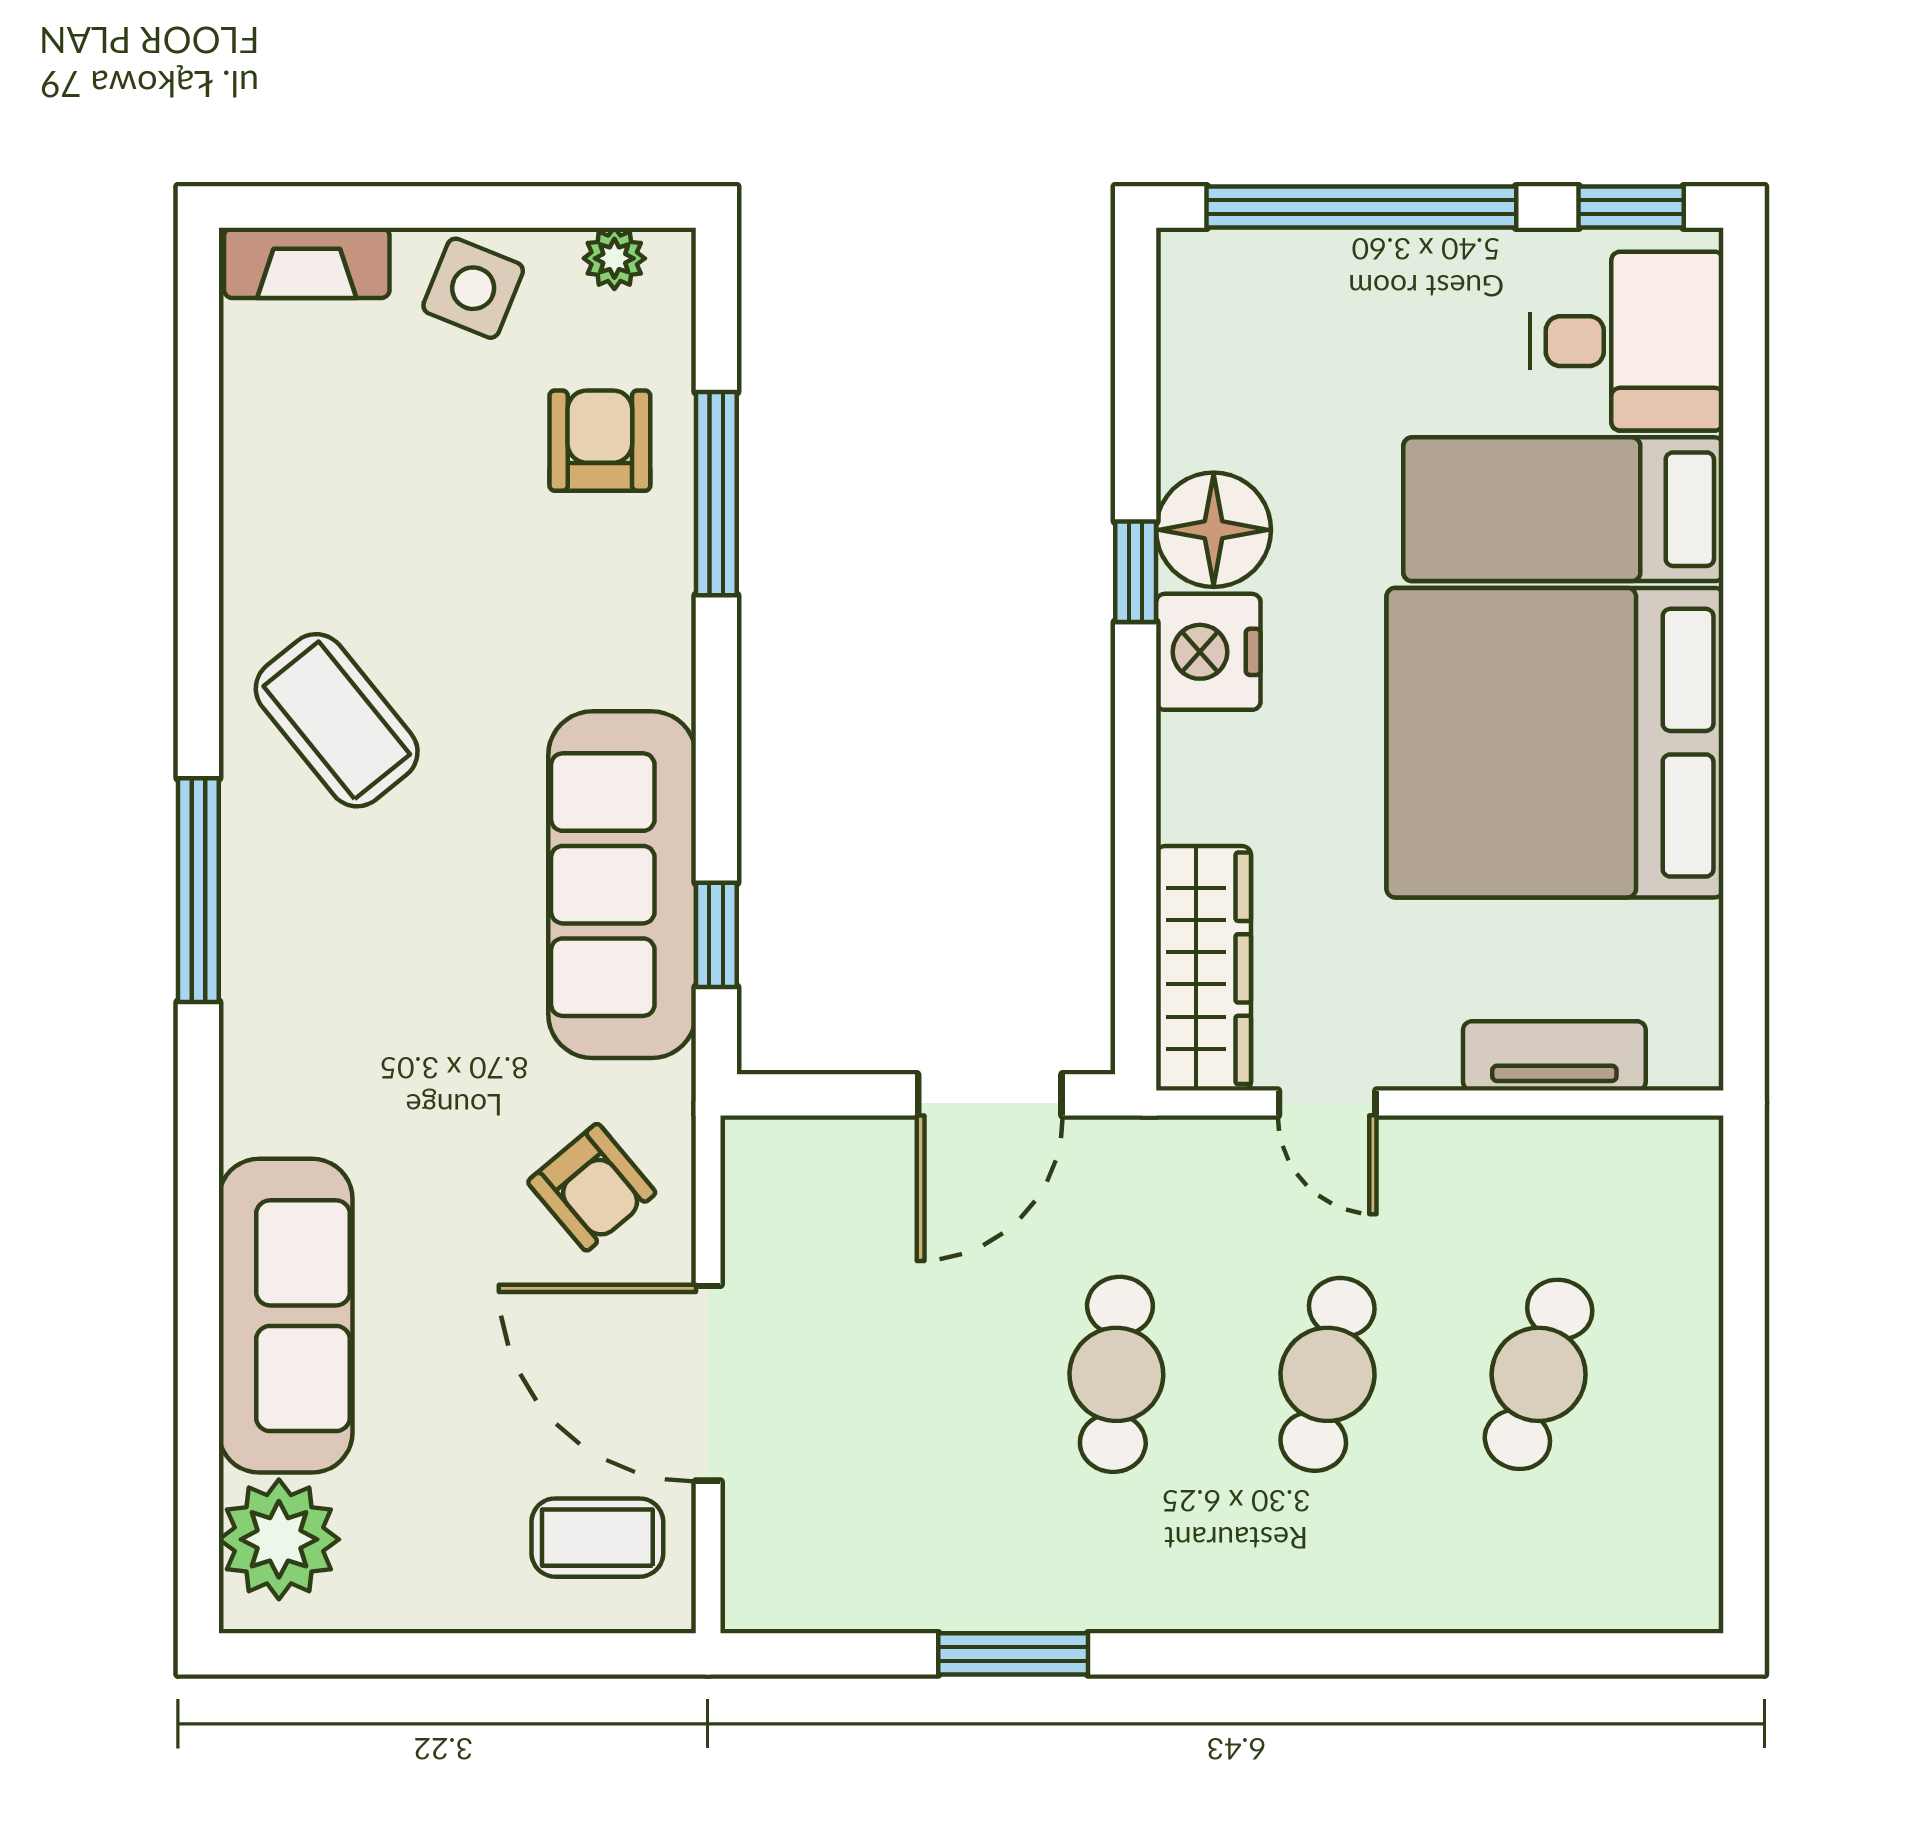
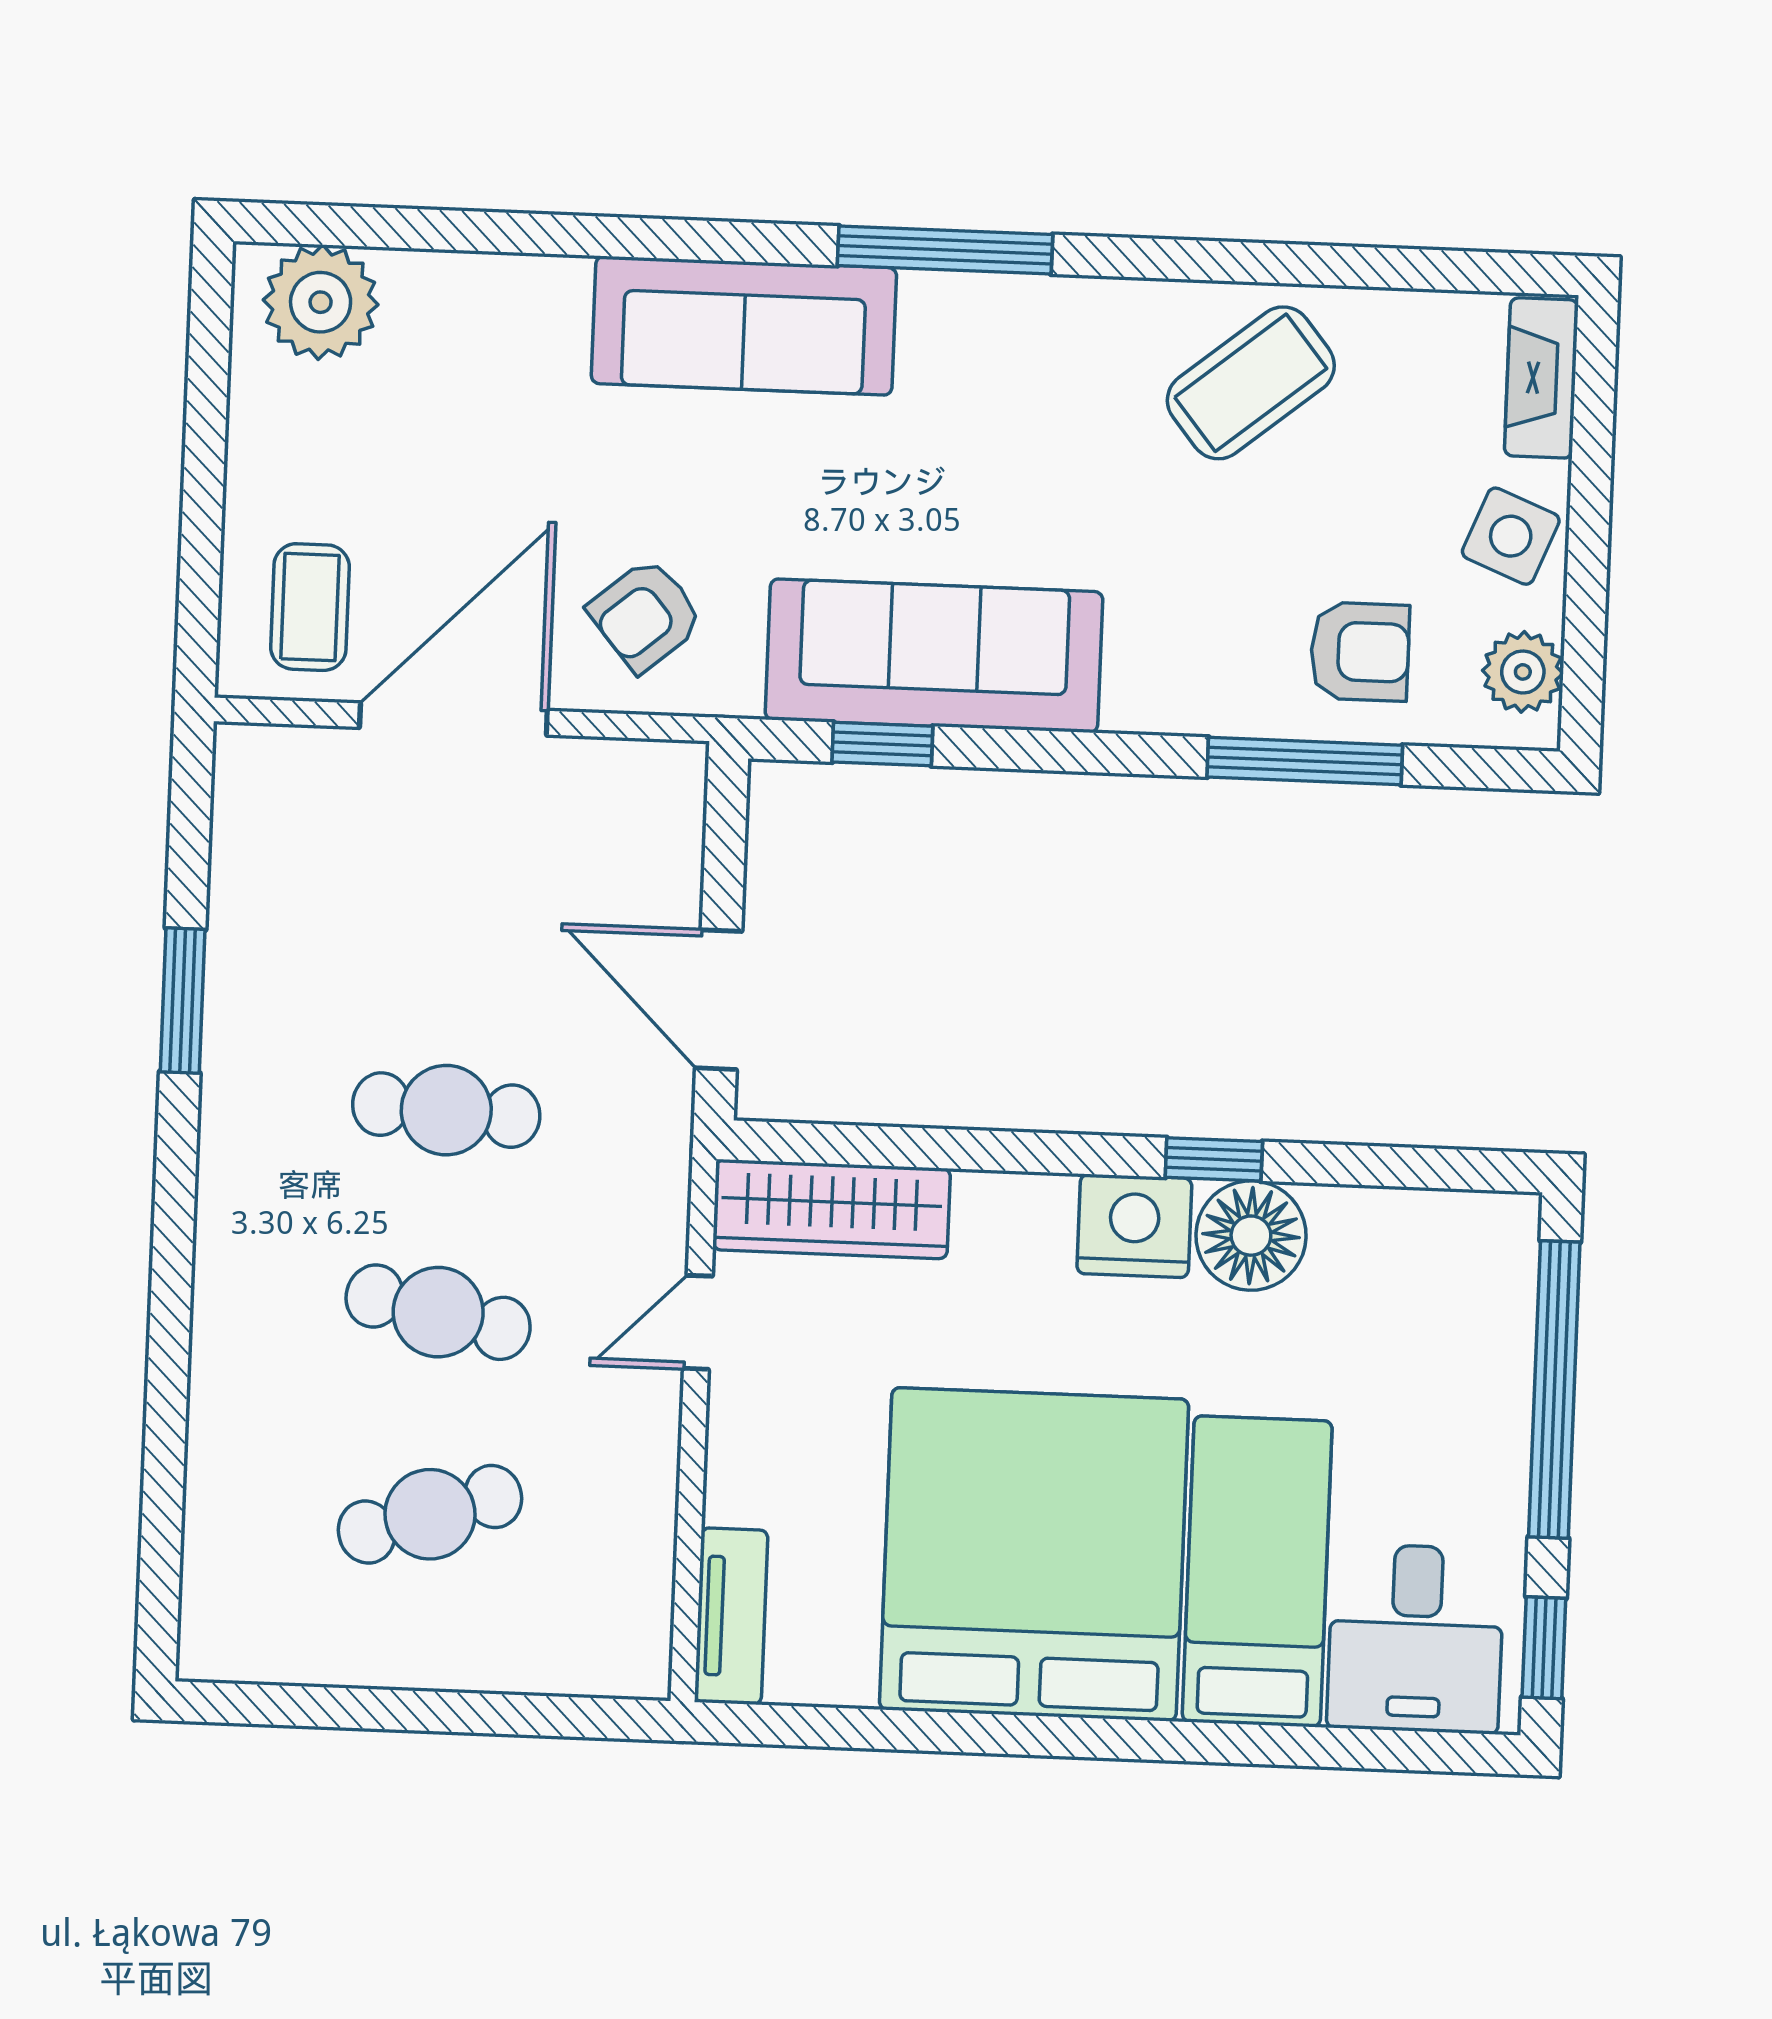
plant: (614, 258) -> (1523, 672), width x1.38, depth x1.38
coffee table: (337, 720) -> (1251, 383), moved
tv unit: (1554, 1056) -> (731, 1616), moved
sofa: (286, 1316) -> (744, 326), moved
cafe table: (1539, 1374) -> (430, 1514), turned -36

